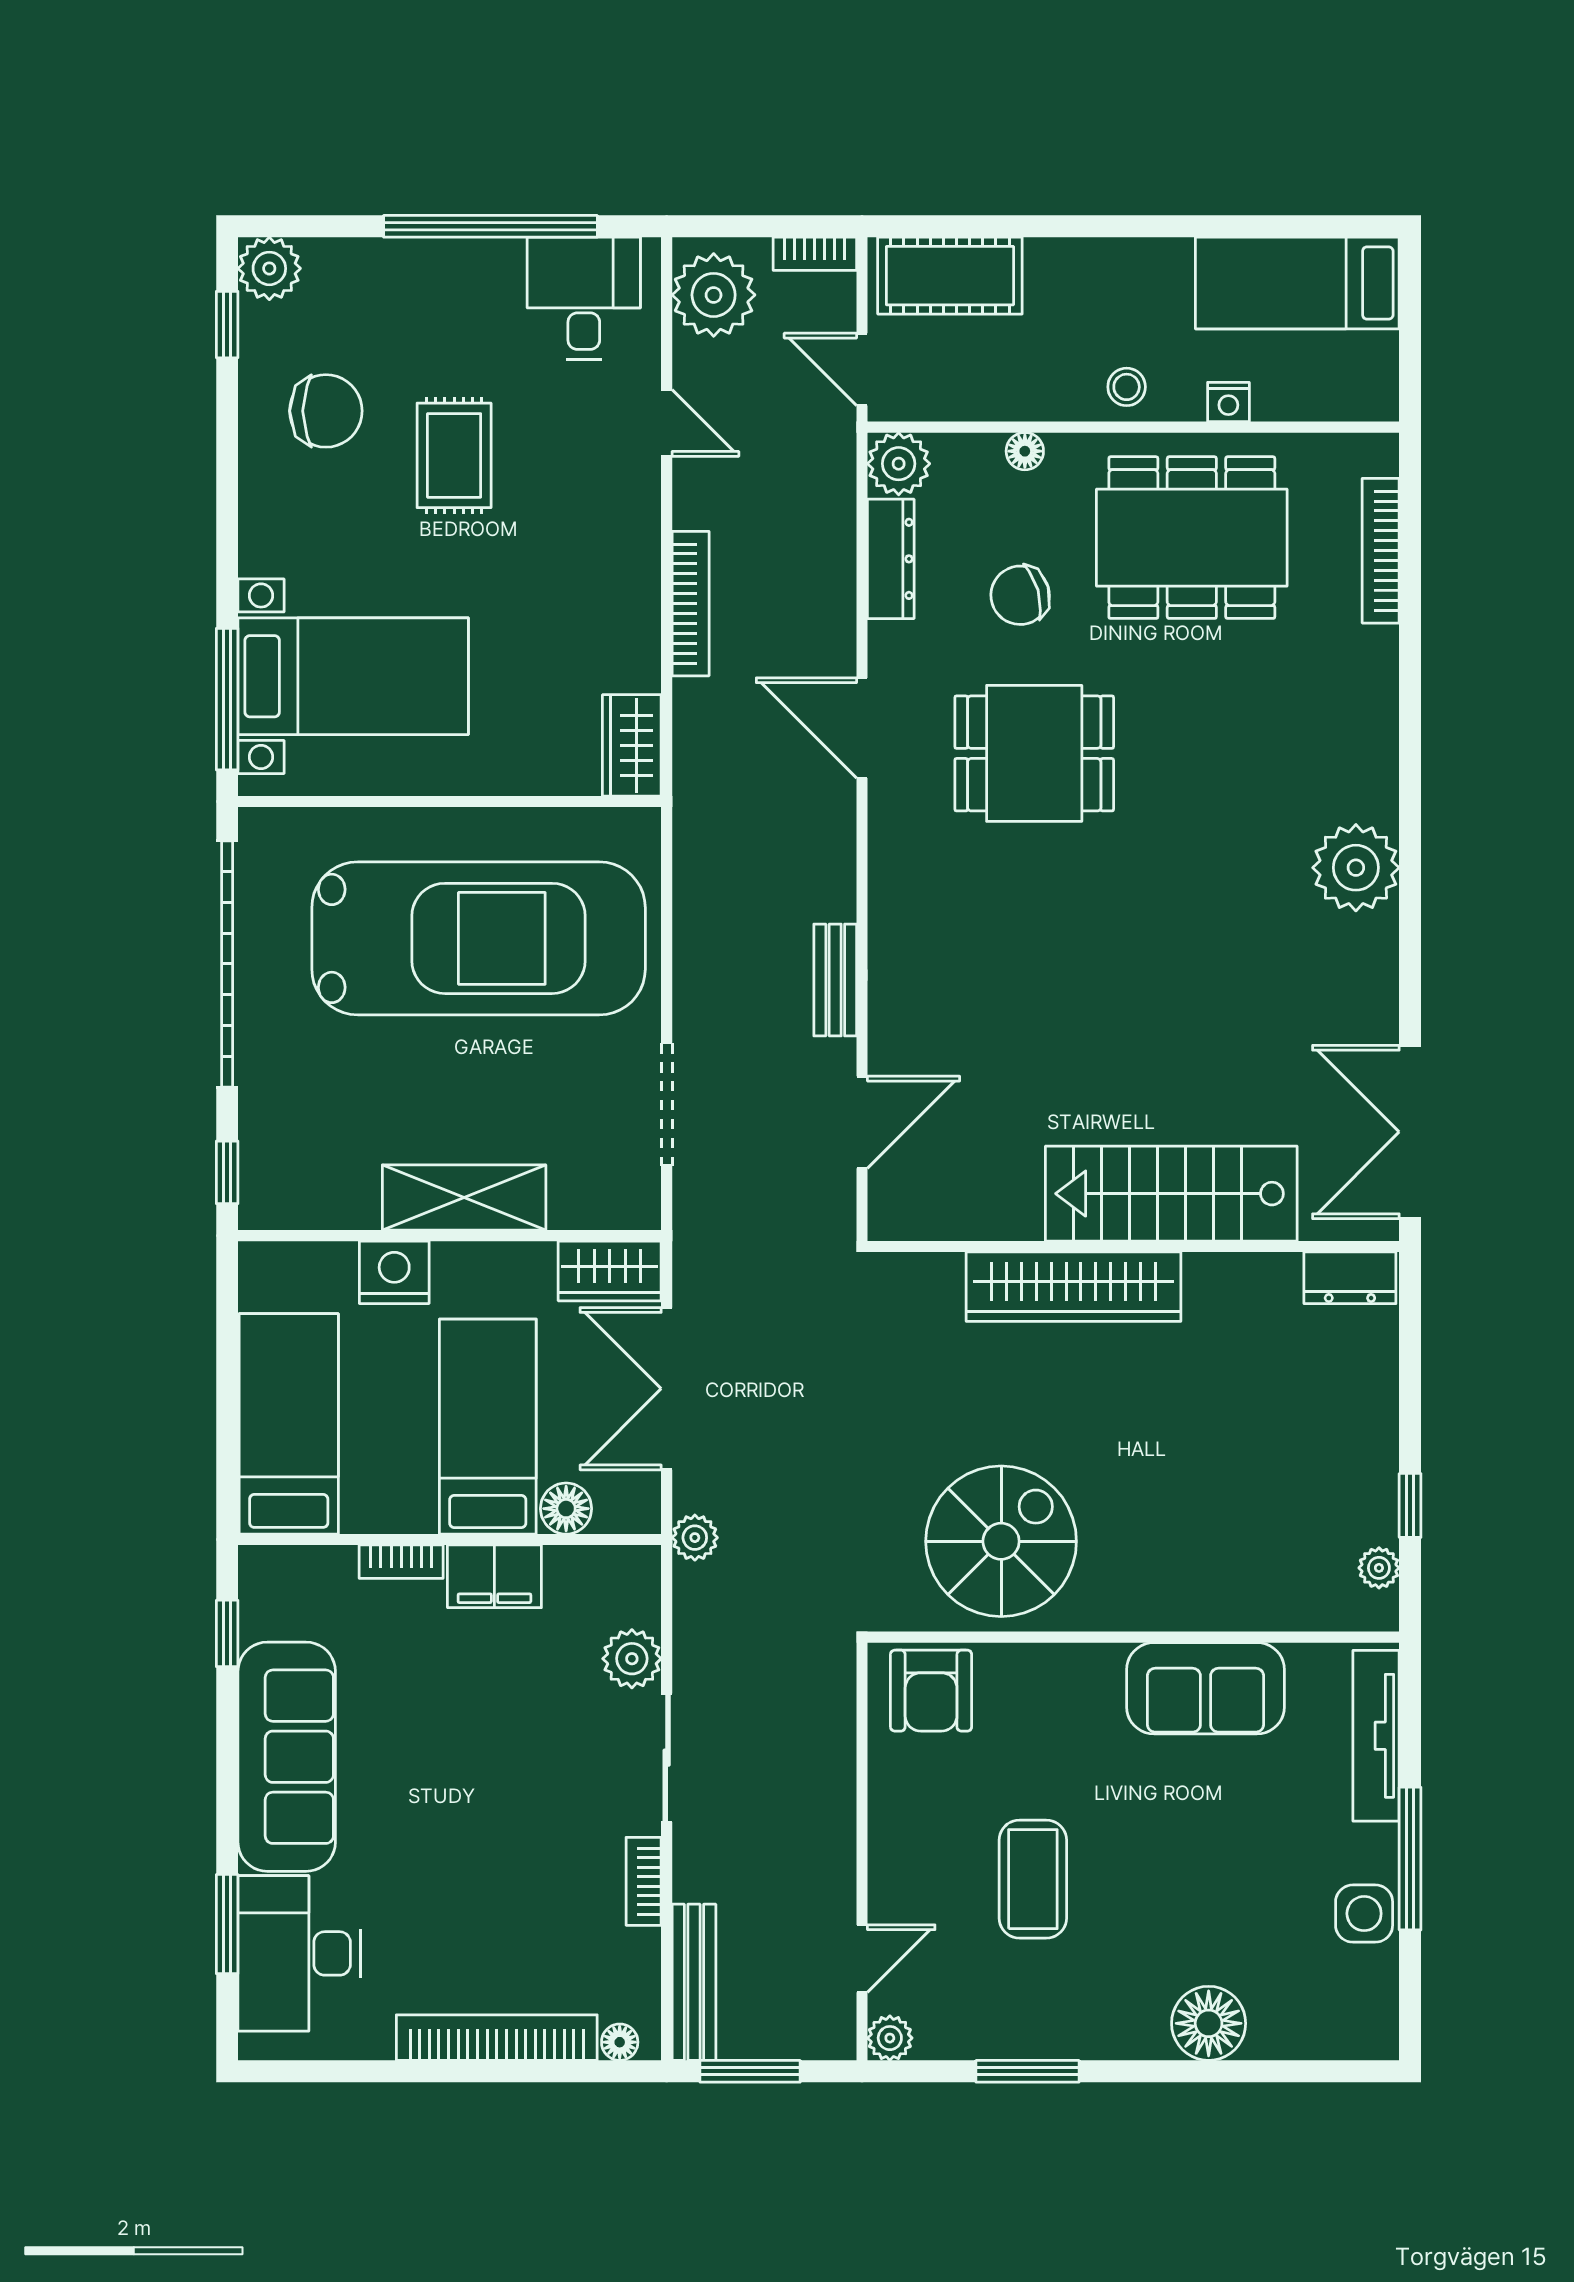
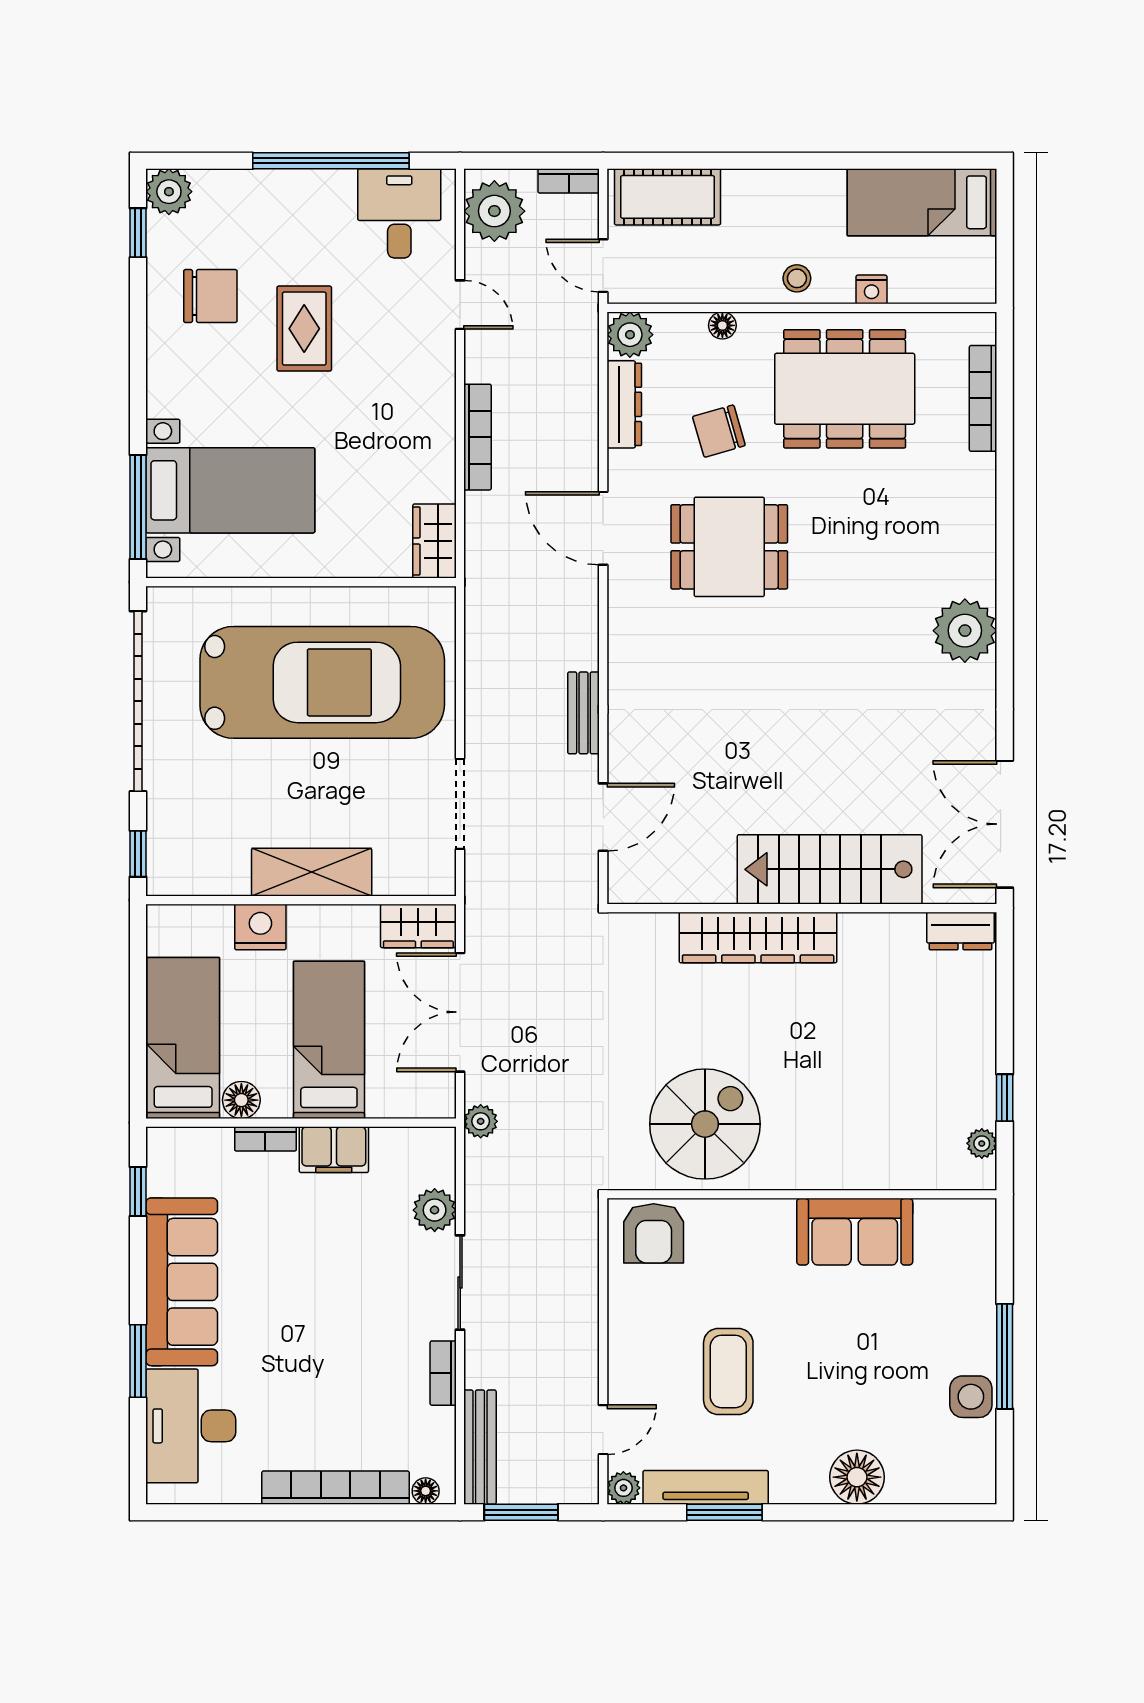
floor lamp: (566, 1509) -> (241, 1100), moved
tv unit: (1376, 1736) -> (706, 1487), moved, turned 90
window: (227, 1924) -> (138, 1361), moved

